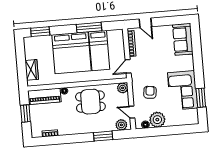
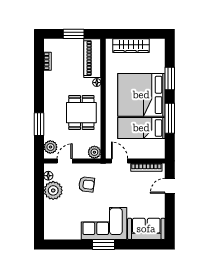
window: (40, 32) -> (170, 78), moved
wardrobe: (32, 70) -> (131, 46), width x1.50
corner sofa: (183, 90) -> (104, 223), moved
window: (201, 98) -> (104, 244), moved

